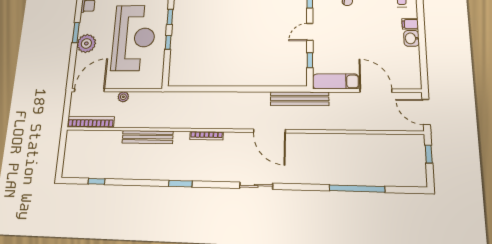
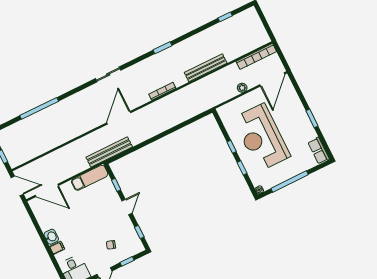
plant: (86, 43) -> (298, 114), removed
door: (376, 91) -> (47, 190), moved
door: (269, 131) -> (119, 118), hinge flipped

